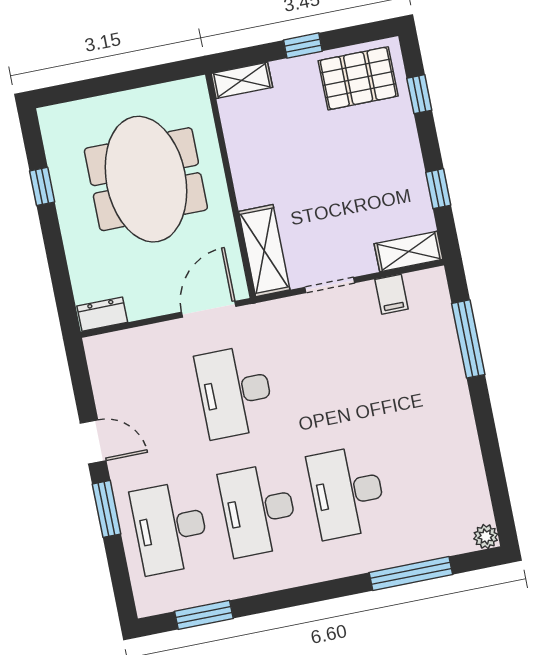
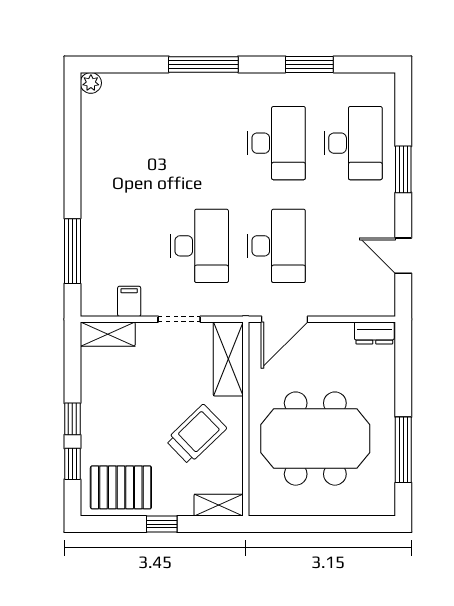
trolley: (284, 157) -> (196, 434), added
meeting table: (146, 179) -> (315, 439), turned 90
window: (42, 186) -> (403, 450), width x2.17
window: (438, 189) -> (72, 419), moved
door: (93, 442) -> (403, 256), moved
desk: (347, 492) -> (199, 246), moved
window: (411, 573) -> (203, 64), moved
window: (204, 615) -> (309, 64), moved

